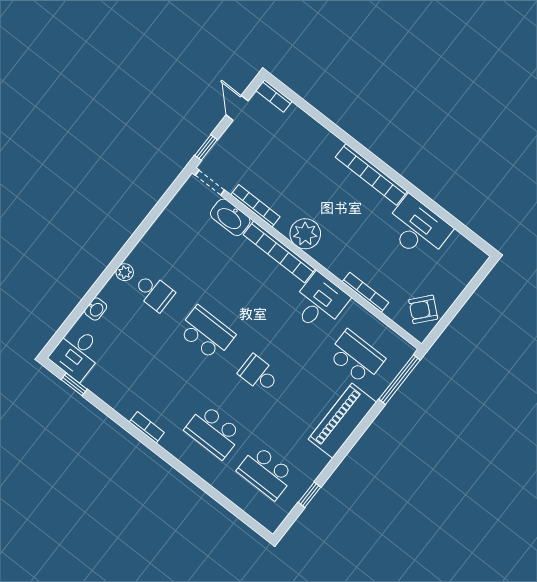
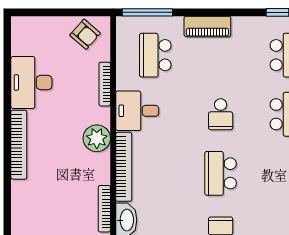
plant: (305, 234) -> (97, 138), moved
piano: (342, 421) -> (207, 26), width x0.73, depth x0.75

